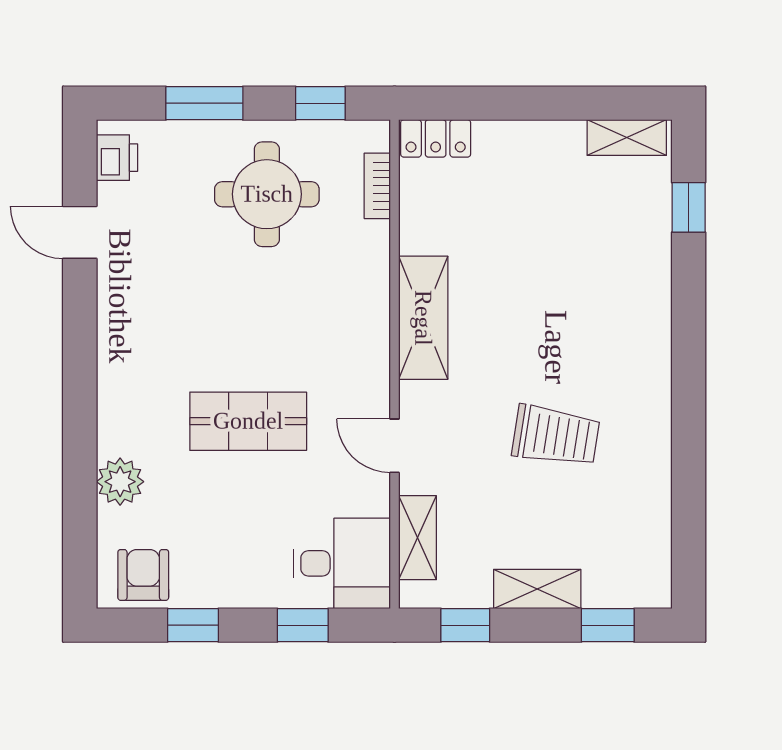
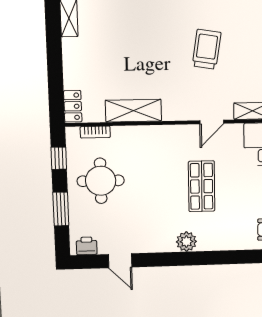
door: (80, 232) -> (120, 261), hinge flipped
shelving: (423, 318) -> (133, 111), moved
plant: (120, 482) -> (186, 242), moved

